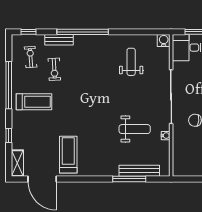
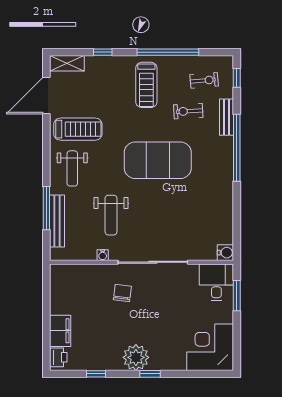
weight bench: (131, 62) -> (72, 168), moved, turned 90
exercise mat: (92, 93) -> (158, 160), added

